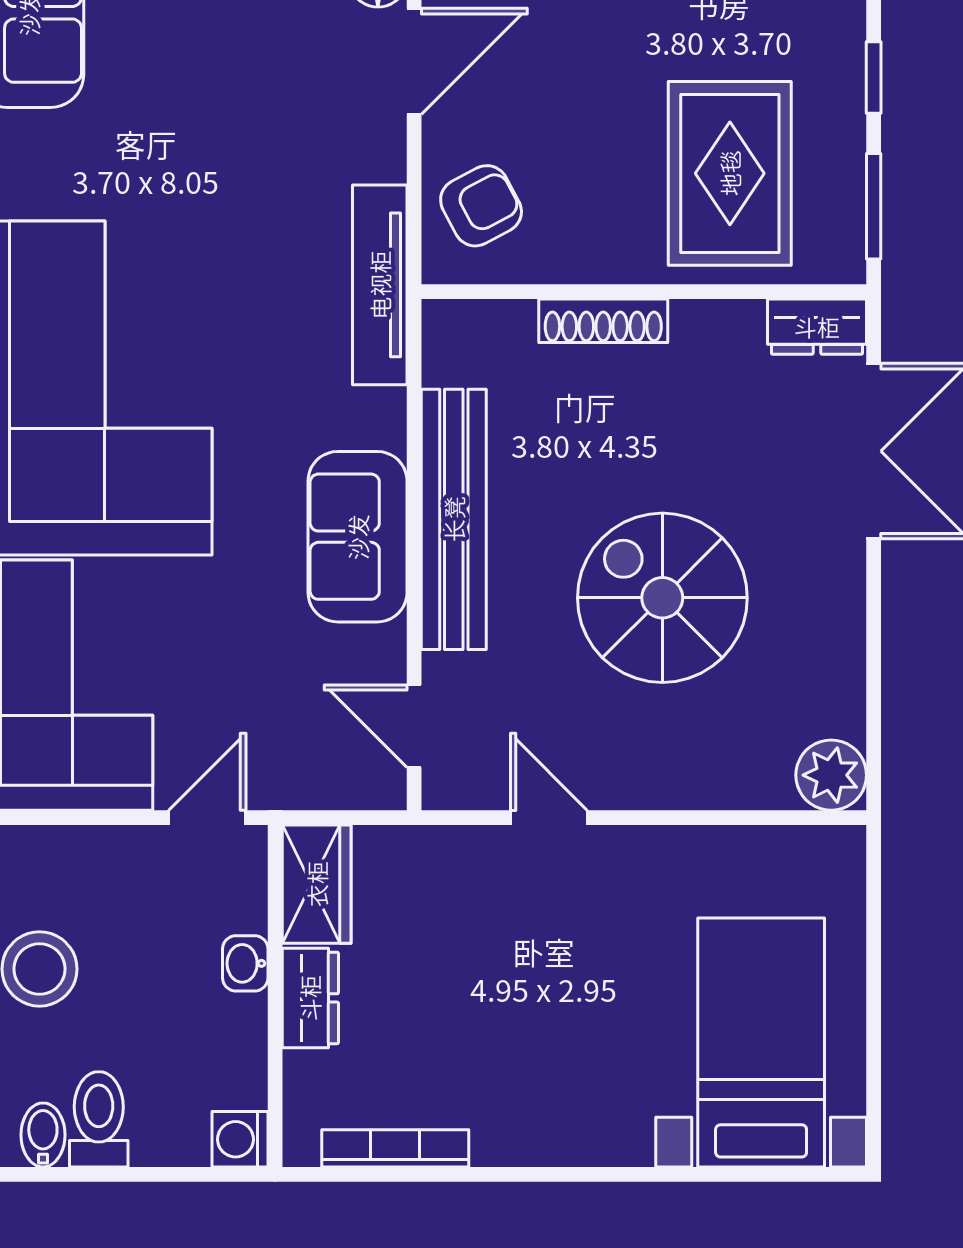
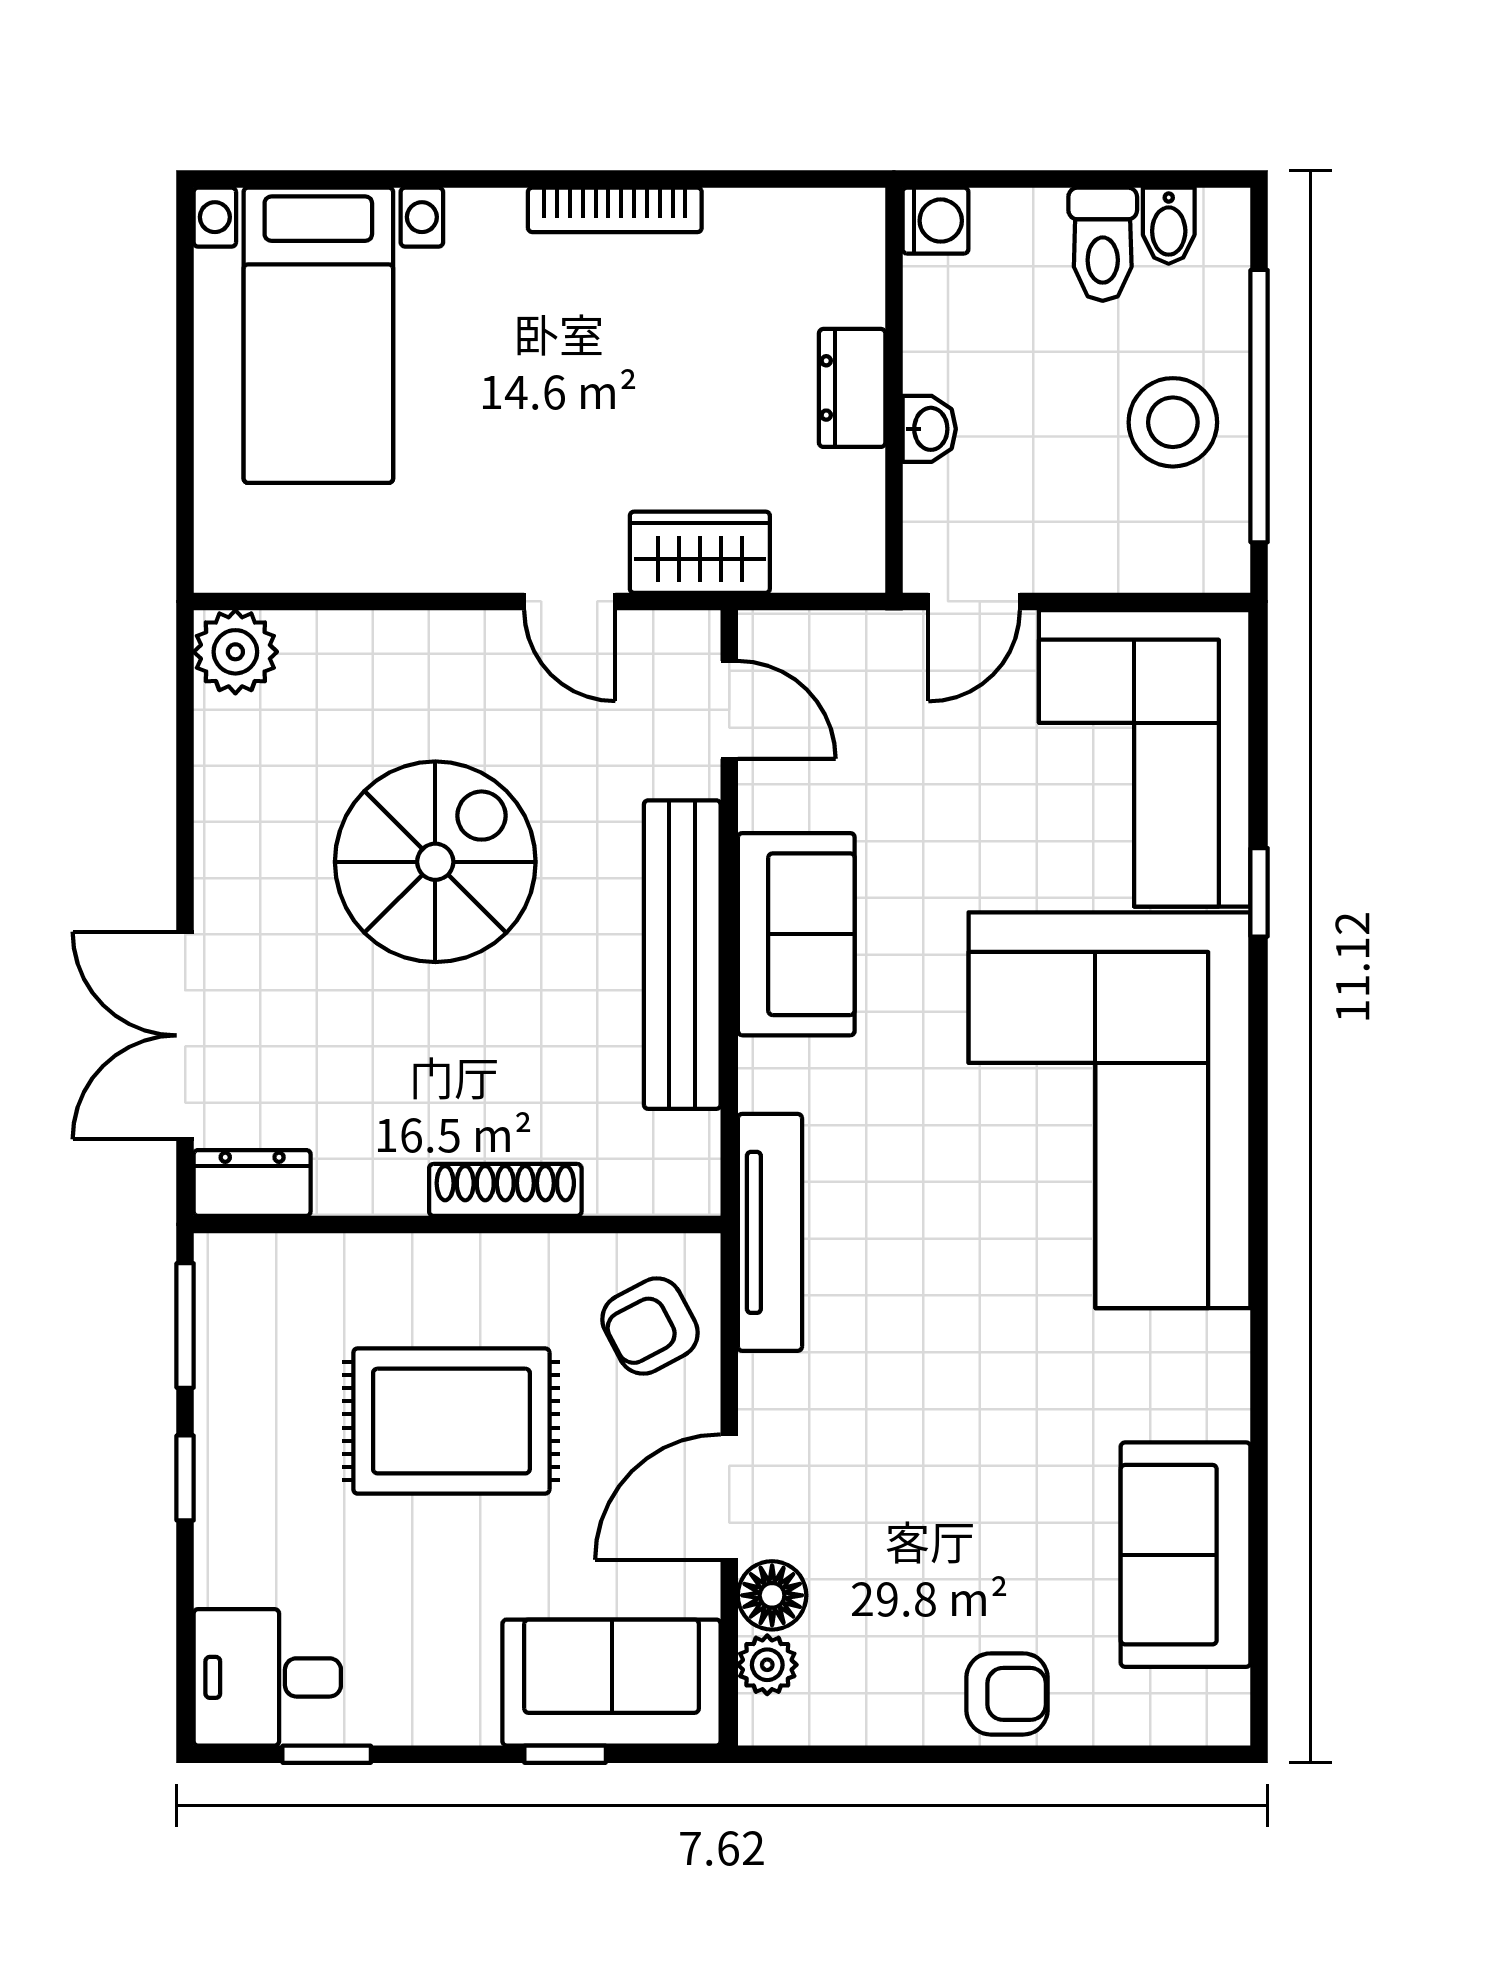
rug: (730, 173) -> (451, 1421), moved, turned 90
spiral stairs: (662, 598) -> (435, 862), turned -90
wardrobe: (317, 884) -> (700, 552), moved, turned 90
bookcase: (395, 1148) -> (615, 210), moved

